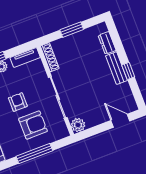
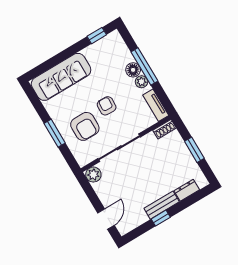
shoe rack: (50, 57) -> (165, 129), width x0.70
armchair: (18, 102) -> (107, 106), turned -88
window: (34, 154) -> (55, 133), width x0.69

